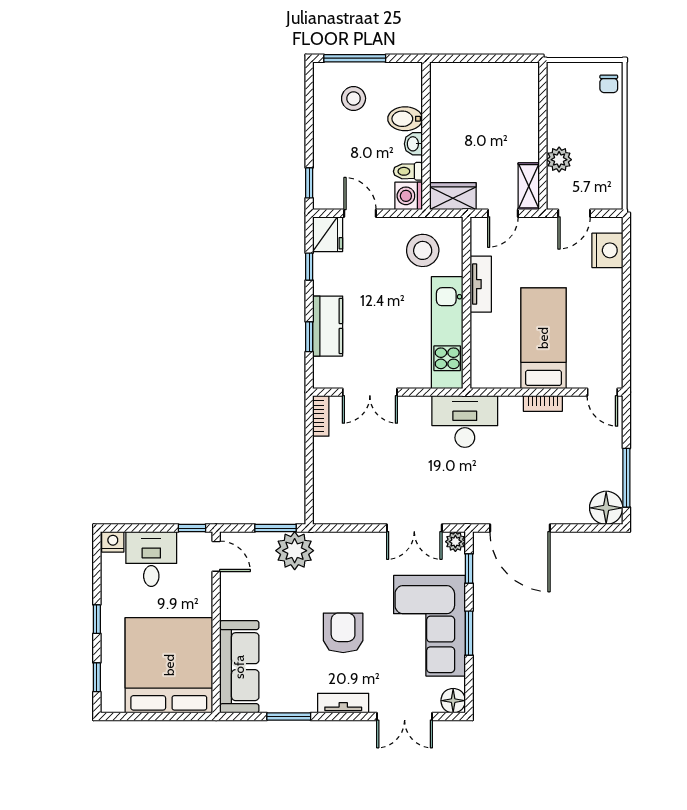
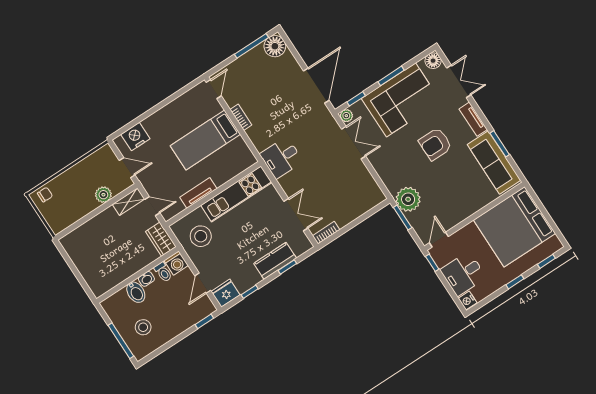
desk: (465, 422) -> (281, 158), width x0.73
sofa: (239, 667) -> (494, 162), moved, turned -90

